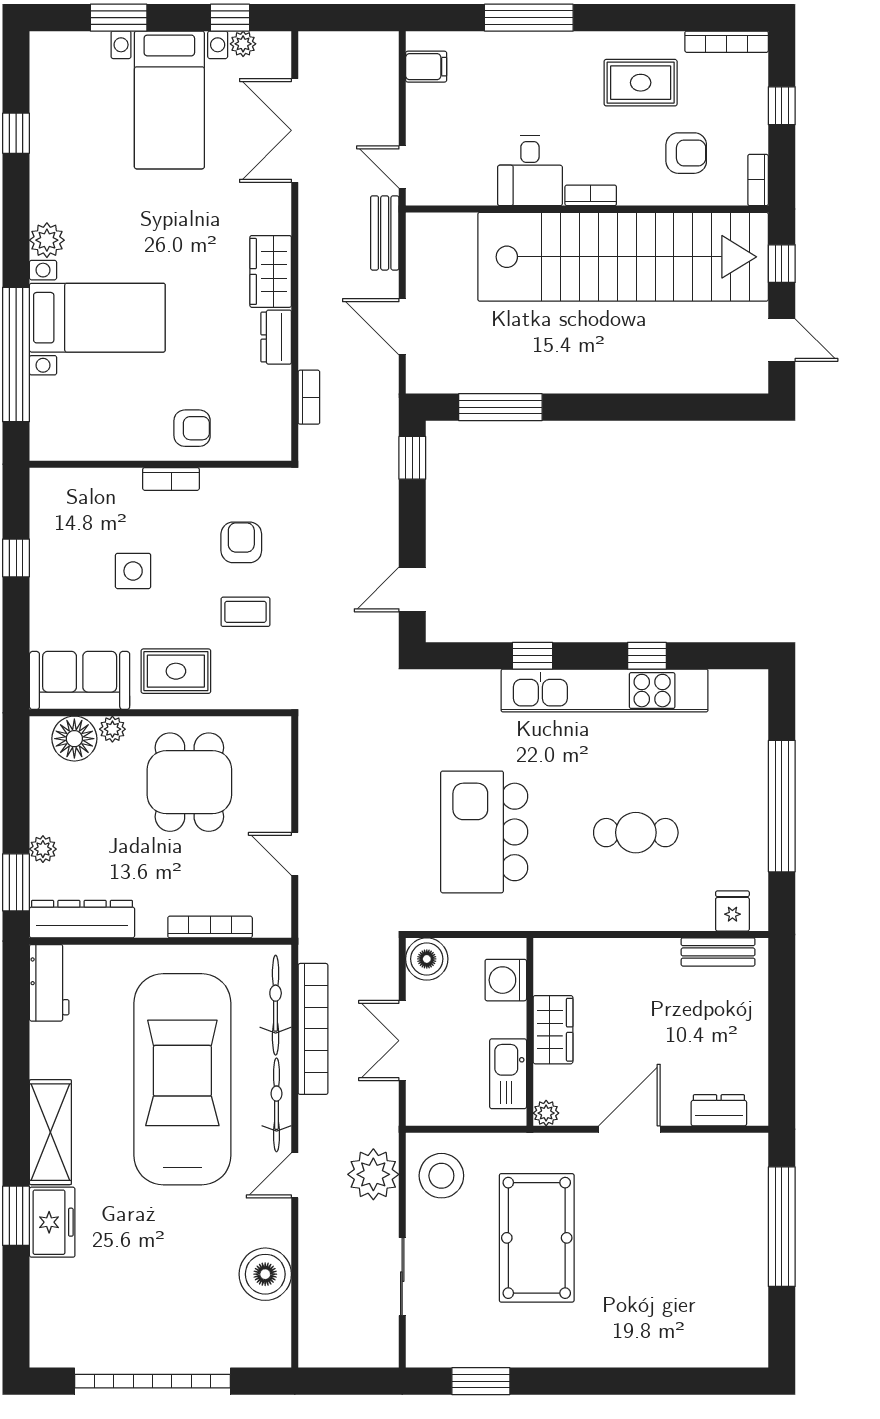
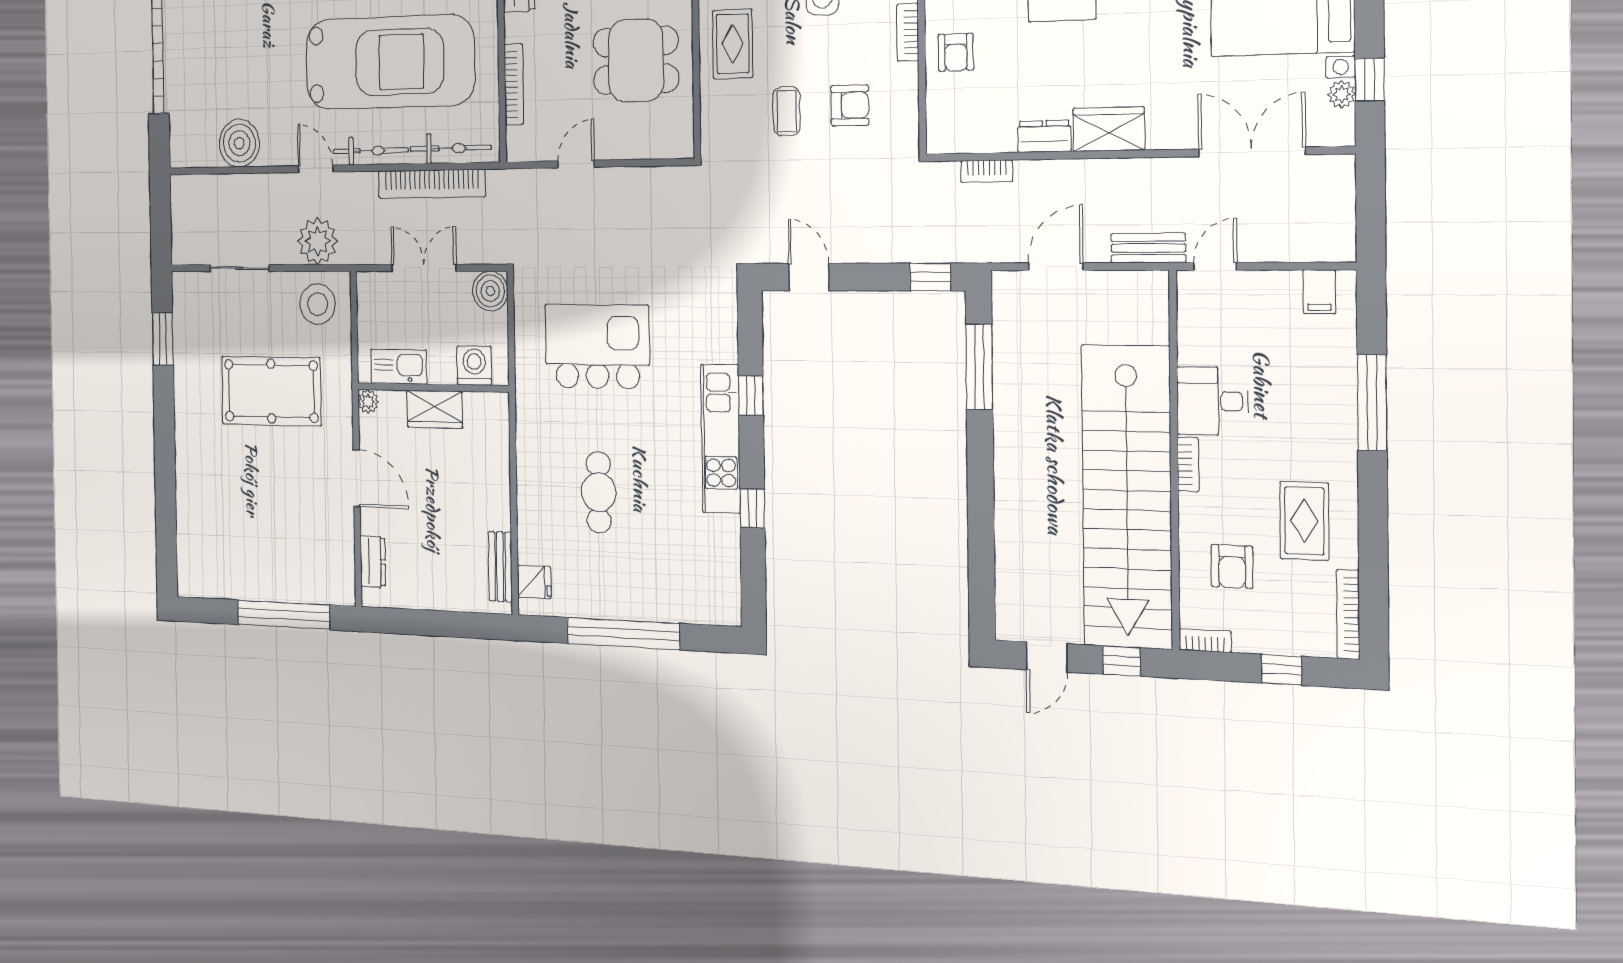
kitchen unit: (605, 691) -> (721, 439), width x0.73

